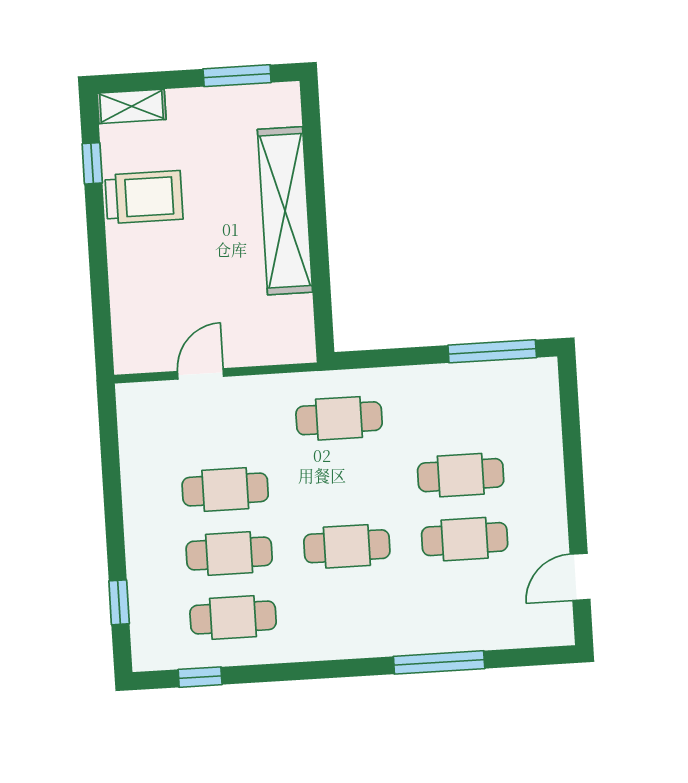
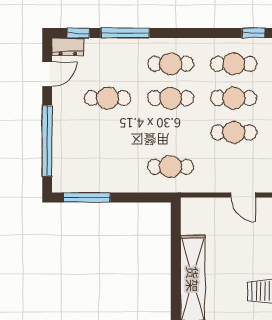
door: (201, 374) -> (243, 195), hinge flipped
window: (572, 453) -> (47, 141), added
cafe table: (461, 475) -> (171, 64), moved
dresser: (545, 630) -> (68, 47), added
window: (526, 657) -> (78, 33), added

